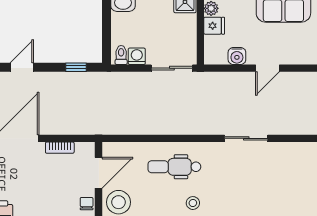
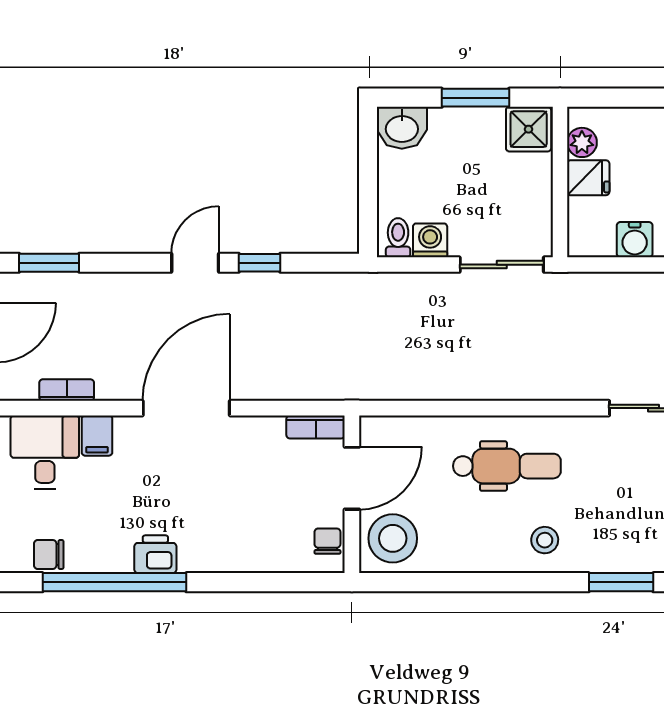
window: (76, 67) -> (260, 263), moved
bookcase: (60, 148) -> (316, 427), moved
dental chair: (174, 167) -> (507, 466), turned 180

